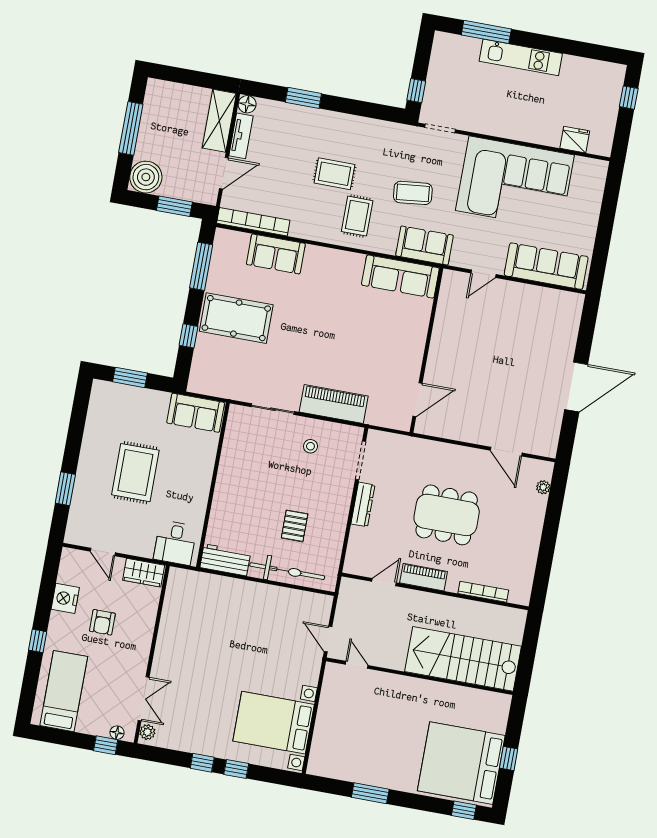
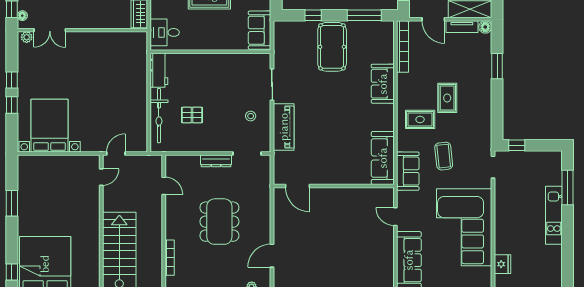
sofa: (276, 254) -> (383, 84), moved
piano: (424, 577) -> (172, 213), removed

